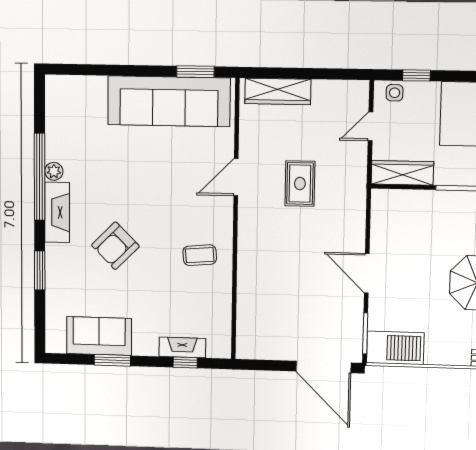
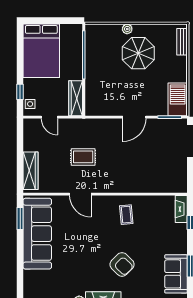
fireplace: (182, 347) -> (181, 209), moved

